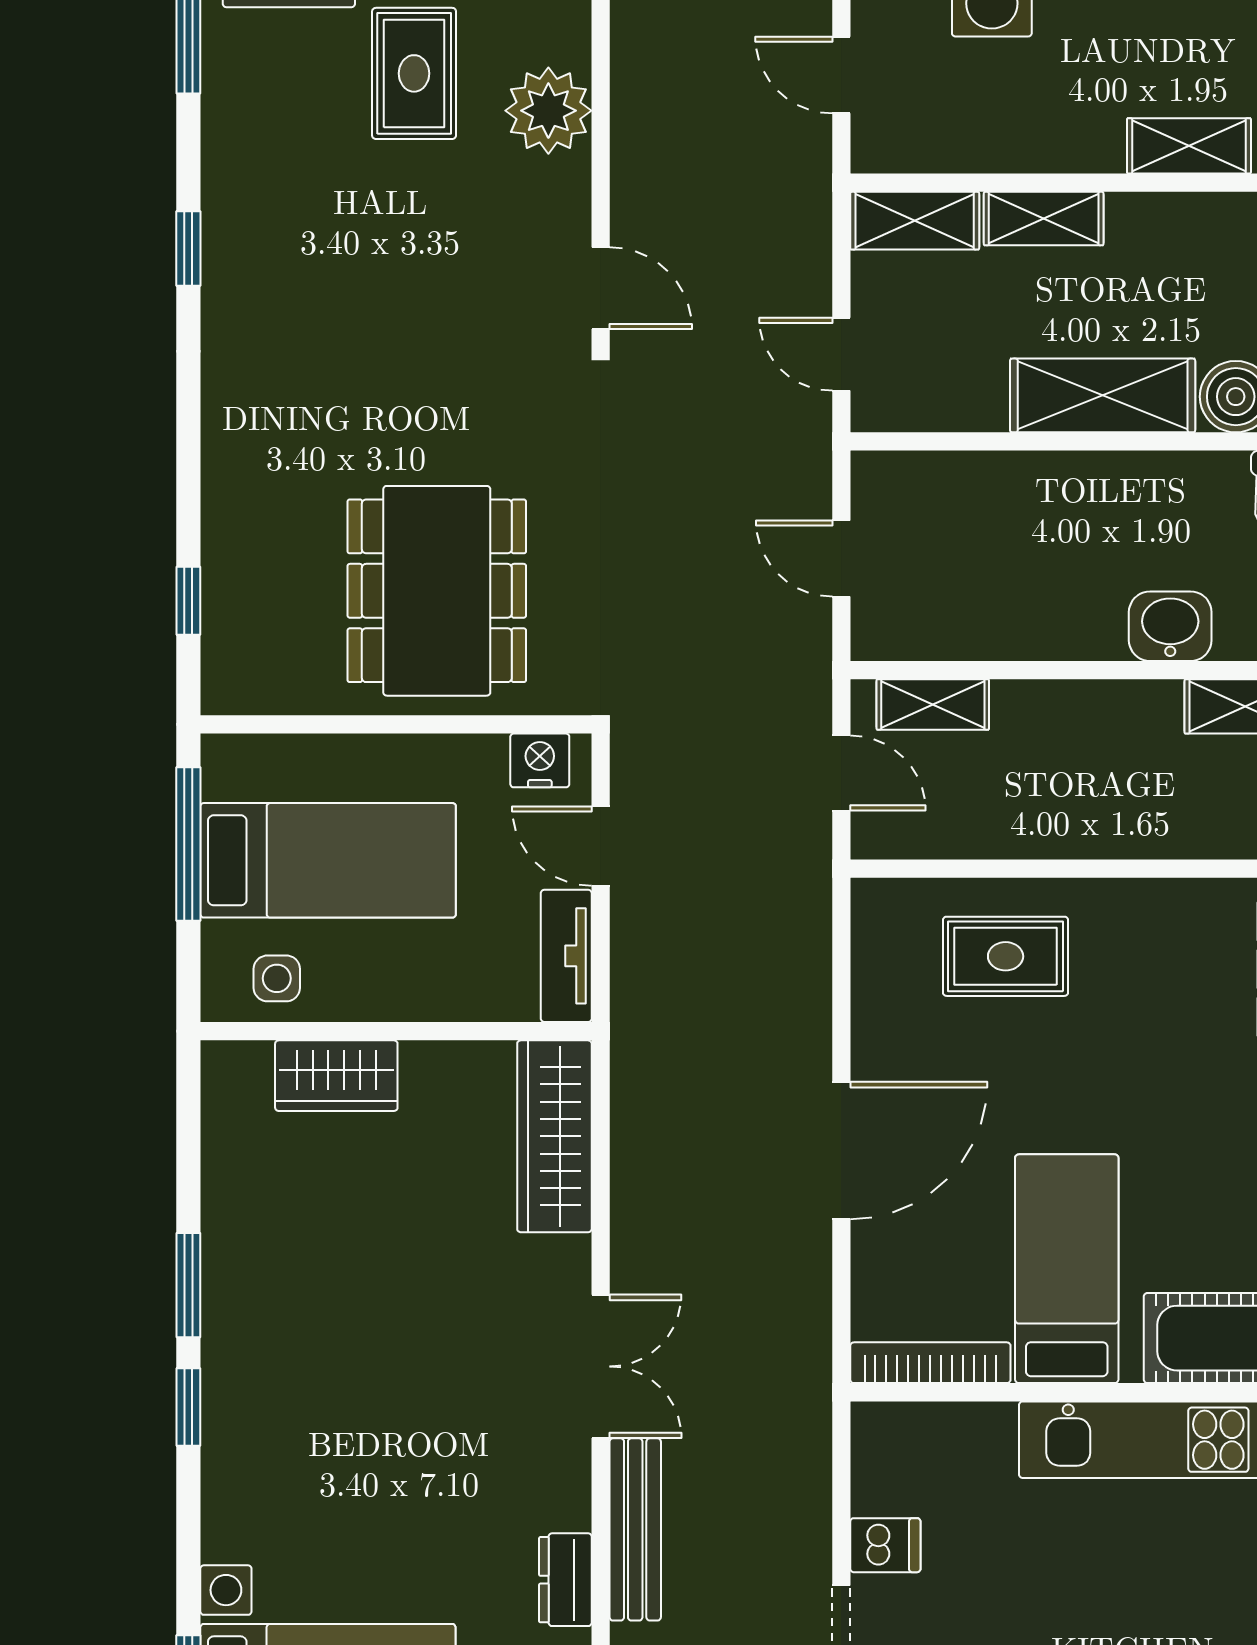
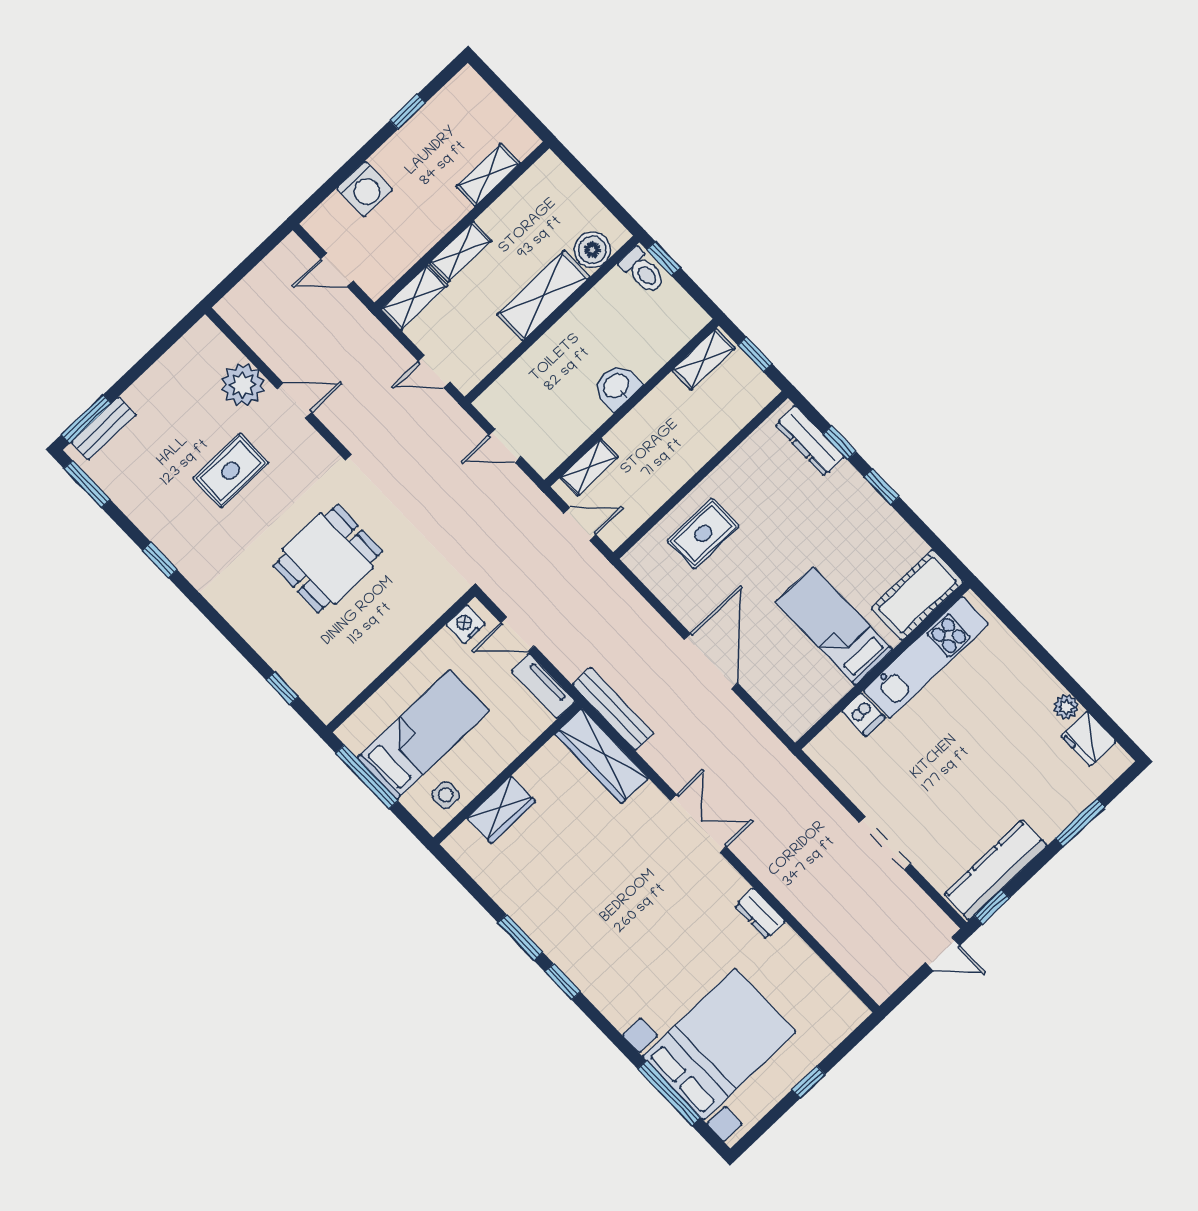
rug: (414, 73) -> (231, 471), moved, turned 90
door: (601, 288) -> (294, 401), moved
dining table: (437, 591) -> (328, 558), moved, width x0.73
washbasin: (1170, 626) -> (617, 386), moved
bookcase: (930, 1363) -> (817, 708), removed
bench: (635, 1529) -> (613, 709), moved
dishwasher: (885, 1545) -> (863, 715), moved, turned 90

